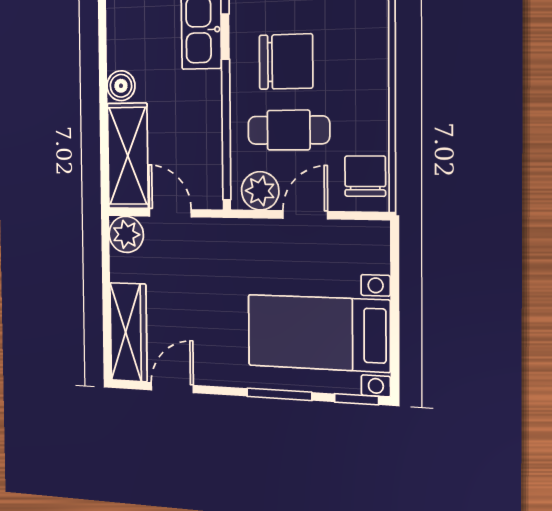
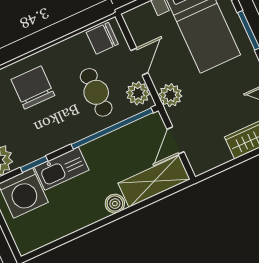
chair: (286, 62) -> (33, 88), moved
door: (305, 215) -> (139, 62), swing flipped
plant: (126, 234) -> (170, 95), moved

